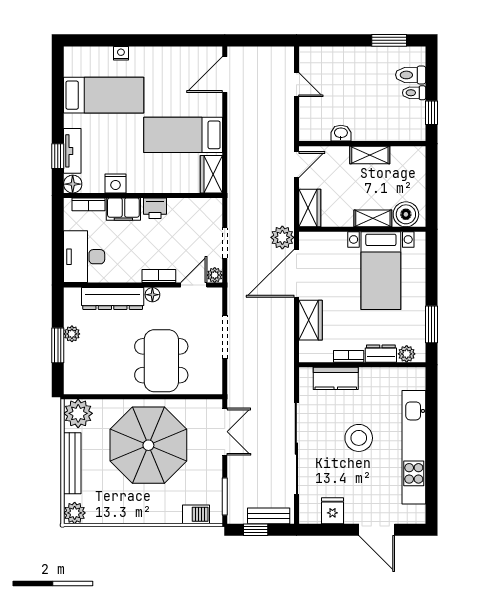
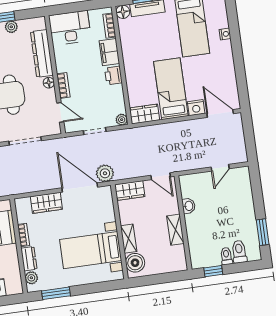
nightstand: (116, 183) -> (196, 108), moved, turned -90
plant: (215, 275) -> (122, 120), moved

